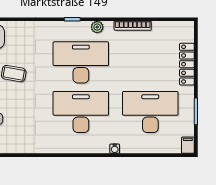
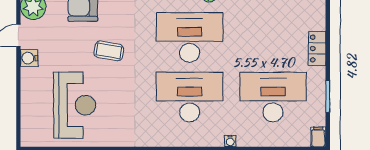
locker: (187, 64) -> (317, 48), width x0.66

